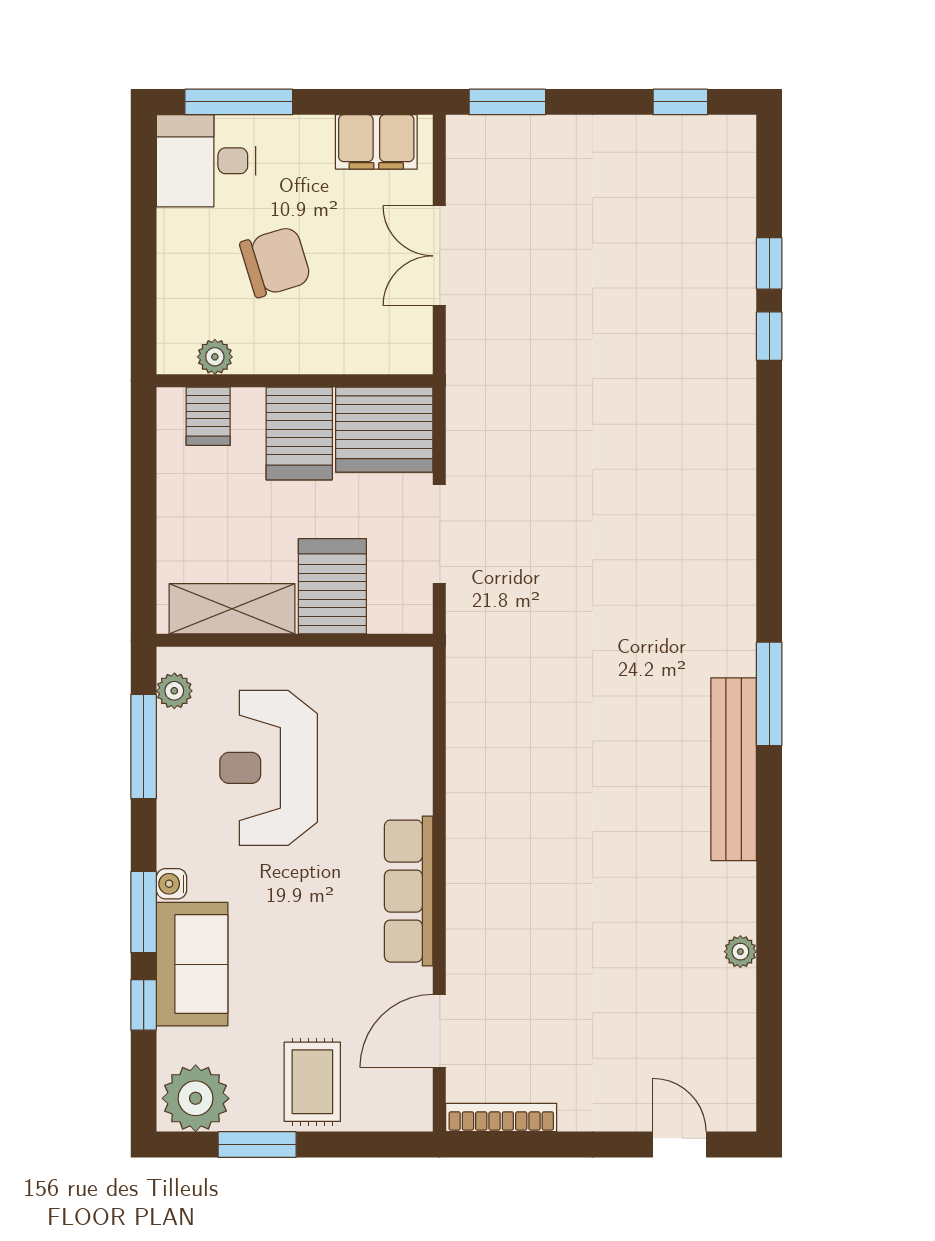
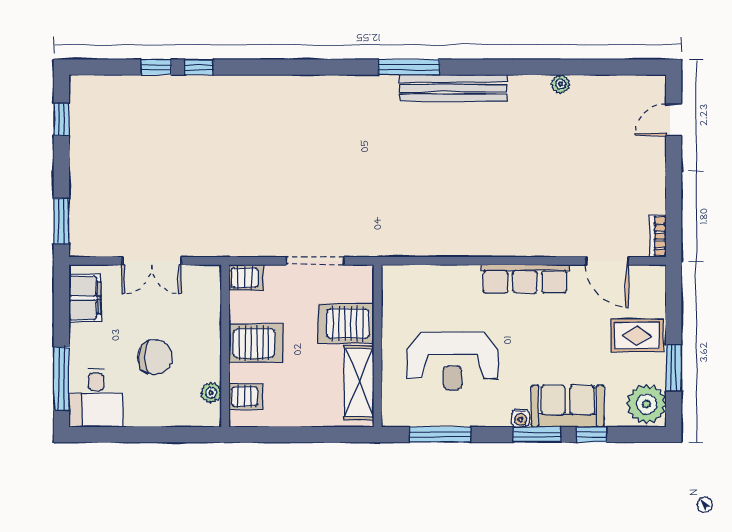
chair: (275, 262) -> (155, 357), turned 107
server rack: (384, 430) -> (246, 278), width x0.46, depth x0.70
plant: (174, 691) -> (407, 416), removed
bookcase: (501, 1118) -> (658, 236), width x0.64

